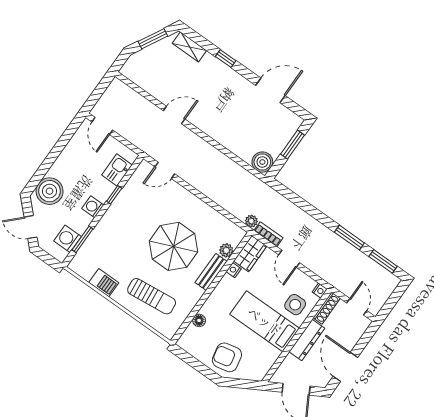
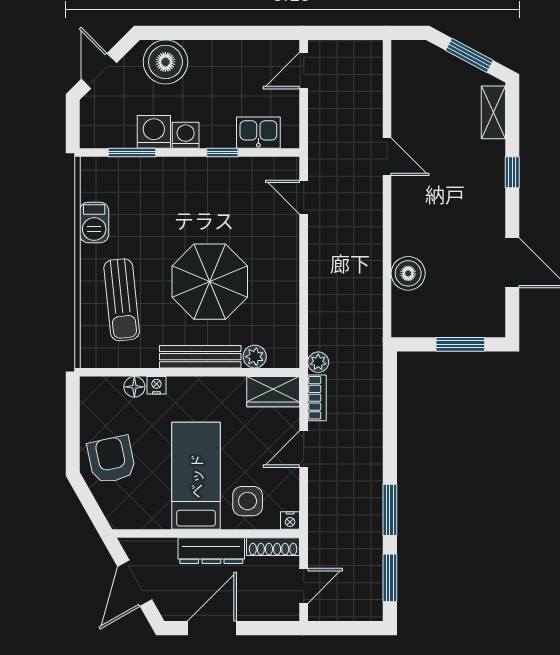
boiler: (262, 162) -> (408, 273), moved
washing machine: (68, 239) -> (154, 132), moved
nightstand: (234, 270) -> (156, 385), moved
bench: (211, 272) -> (200, 357), width x1.36

